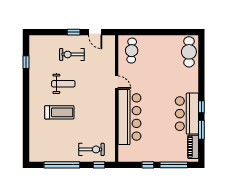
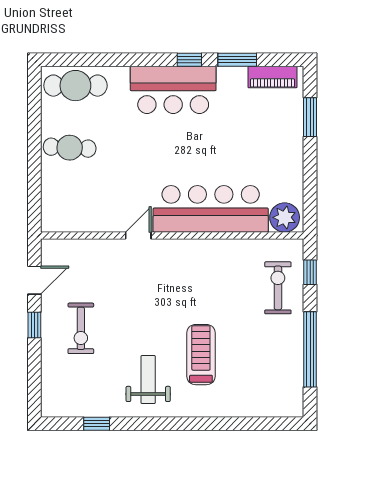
cafe table: (132, 51) -> (70, 148), moved
weight bench: (63, 84) -> (148, 380), moved
bar counter: (187, 114) -> (173, 90), moved
plant: (125, 153) -> (285, 217), added
window: (148, 165) -> (310, 171), removed
window: (174, 165) -> (310, 117), width x0.69

